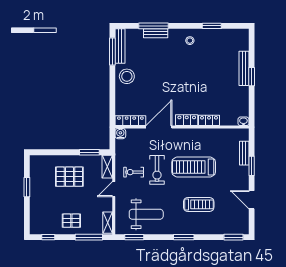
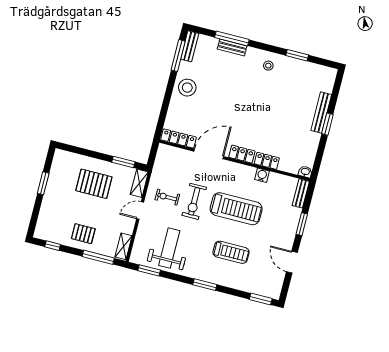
bench: (120, 46) -> (190, 46), width x0.73
water cooler: (120, 134) -> (262, 175), moved
bench: (244, 153) -> (301, 193), moved
treadmill: (194, 167) -> (236, 209), turned 180
weight bench: (146, 214) -> (169, 248), turned -90

